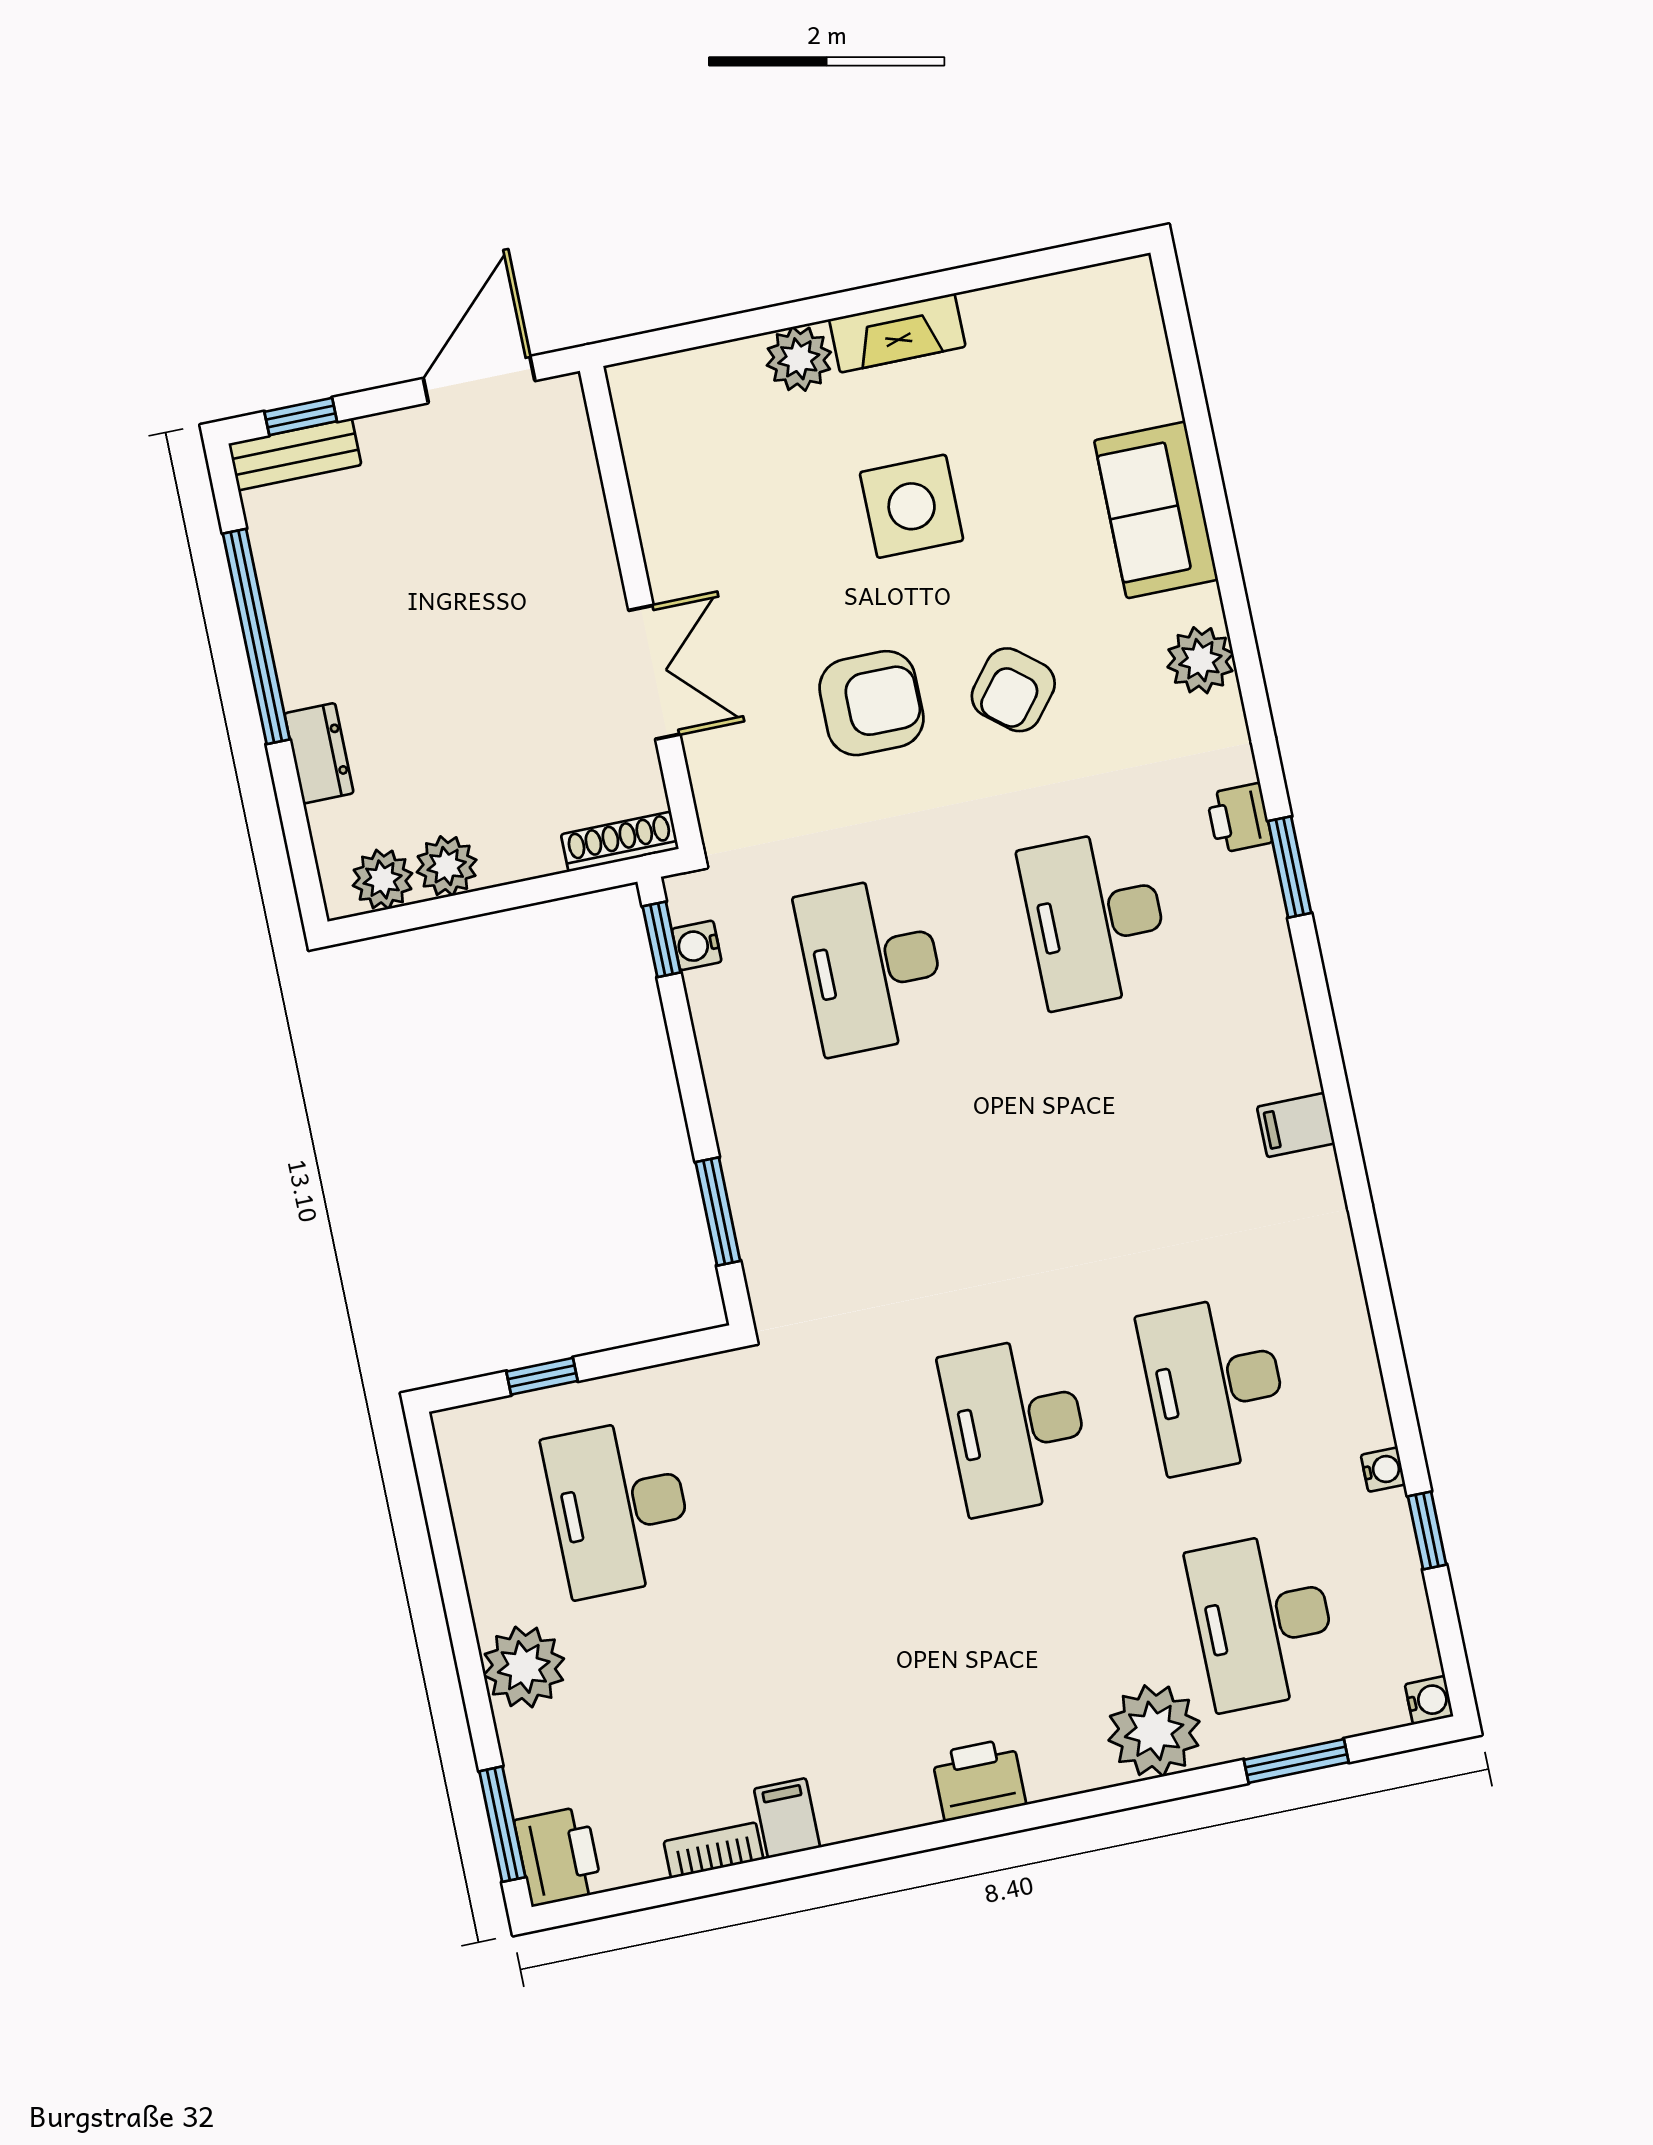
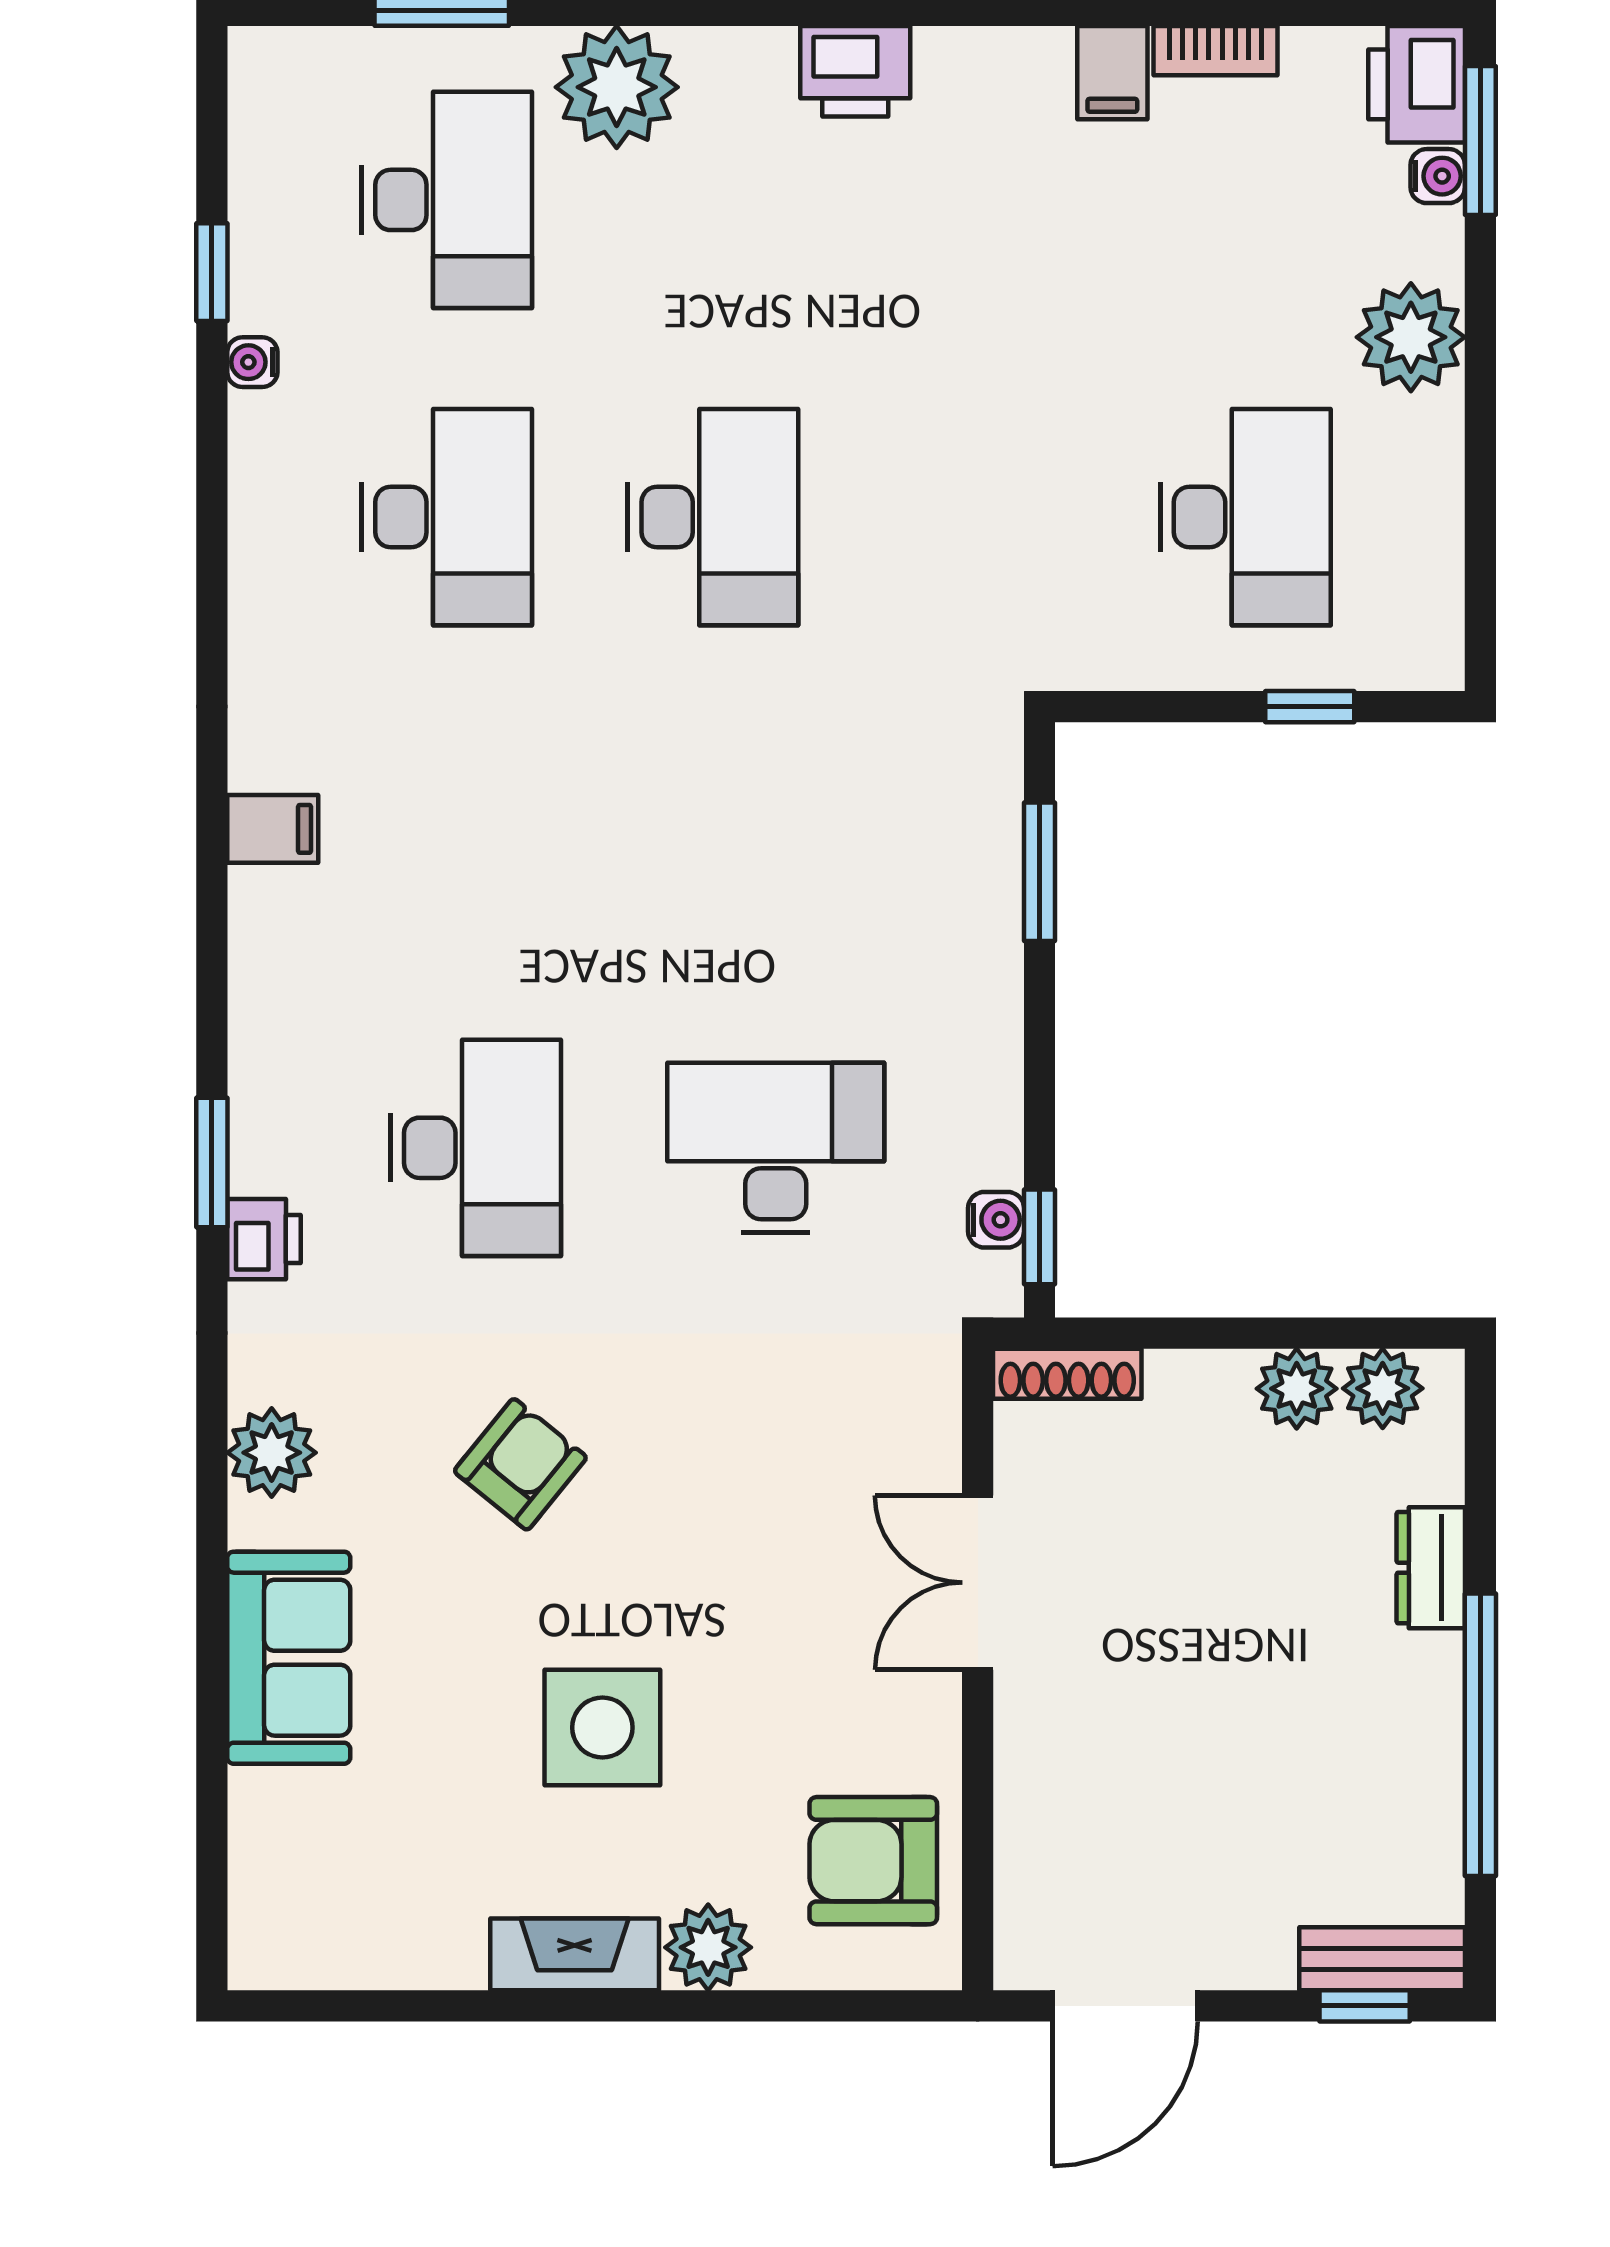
armchair: (871, 703) -> (873, 1861), moved
desk: (872, 965) -> (776, 1148), turned -90
water cooler: (1429, 1700) -> (1438, 176), moved, turned 180

